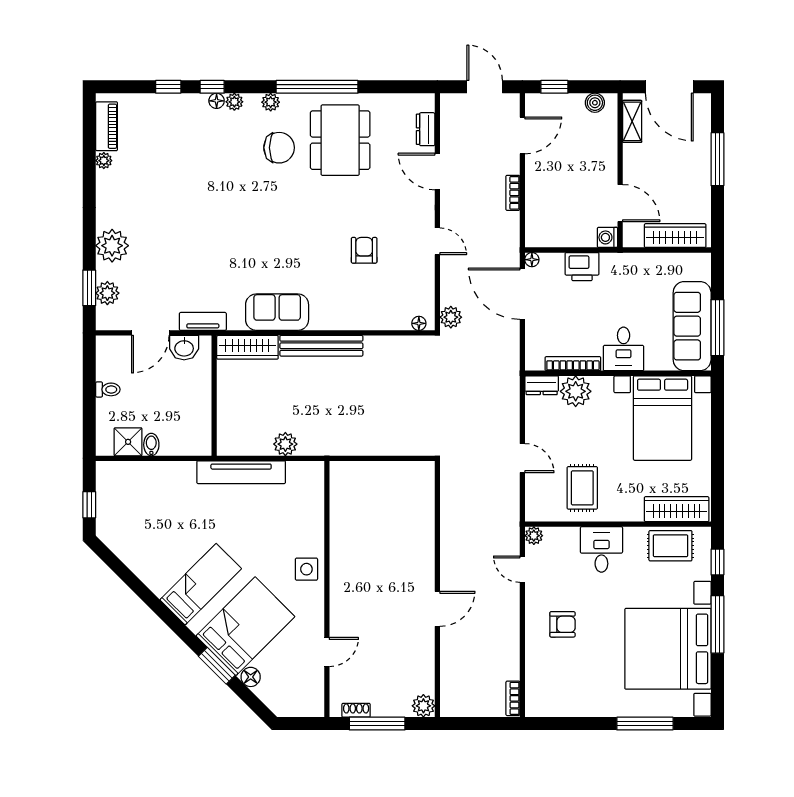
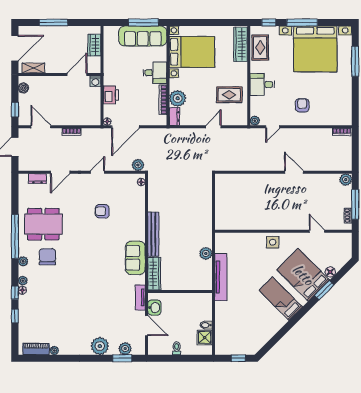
wardrobe: (675, 236) -> (94, 45), width x0.67

